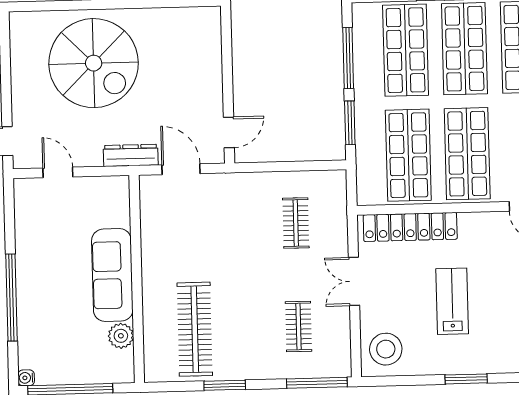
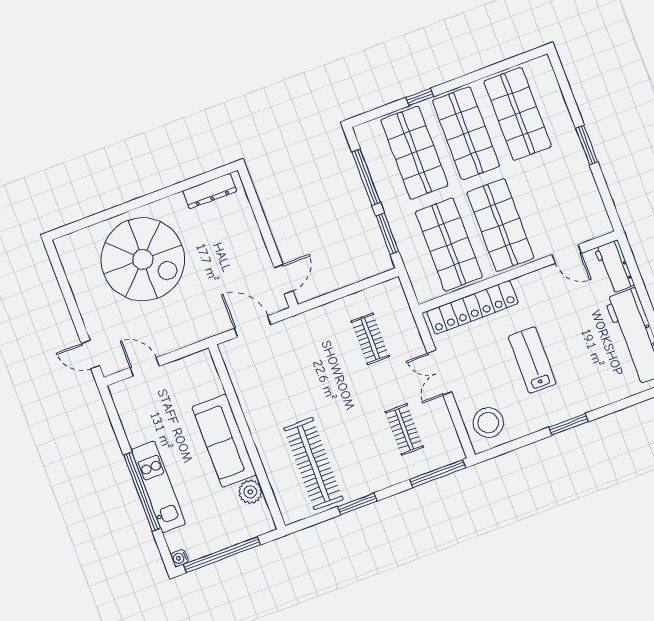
dresser: (131, 155) -> (210, 191), moved, turned 180
kitchen unit: (30, 299) -> (158, 487), added

